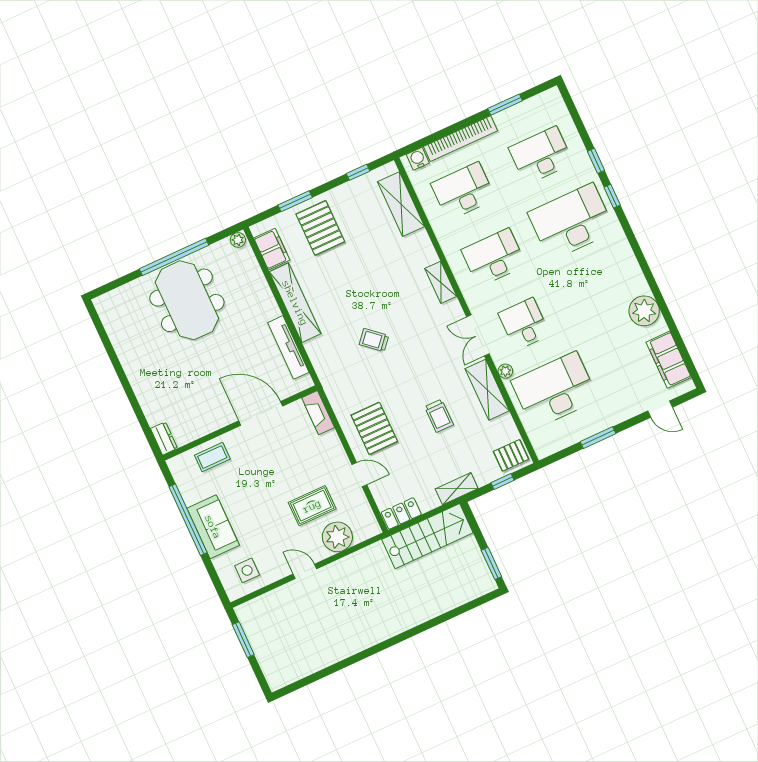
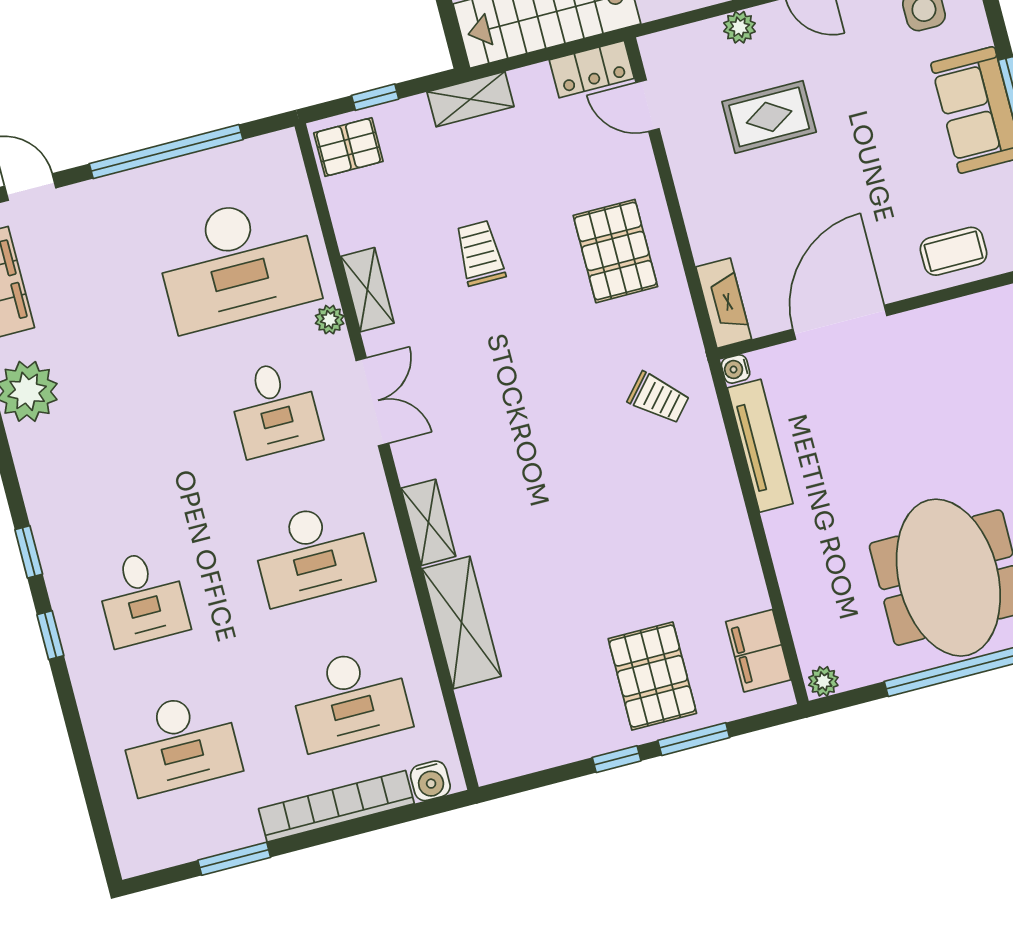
window: (596, 161) -> (29, 552), moved
window: (358, 172) -> (617, 759), moved
shelving: (401, 204) -> (462, 622), moved
desk: (571, 222) -> (142, 598), width x0.53, depth x0.77
shelving: (295, 303) -> (730, 534), removed
trolley: (374, 340) -> (658, 398), moved
water cooler: (307, 382) -> (736, 369), added
shelving: (487, 390) -> (367, 290), width x0.67, depth x0.75
door: (261, 413) -> (840, 322), swing flipped
window: (598, 438) -> (166, 152), width x2.11
door: (359, 475) -> (647, 106), moved
plant: (337, 537) -> (739, 27), width x0.53, depth x0.53

